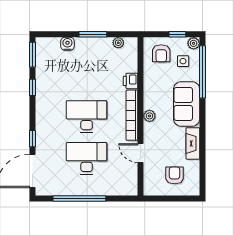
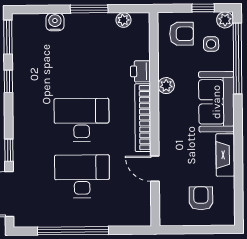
armchair: (161, 53) -> (182, 34), turned -90
plant: (149, 116) -> (166, 86), moved

